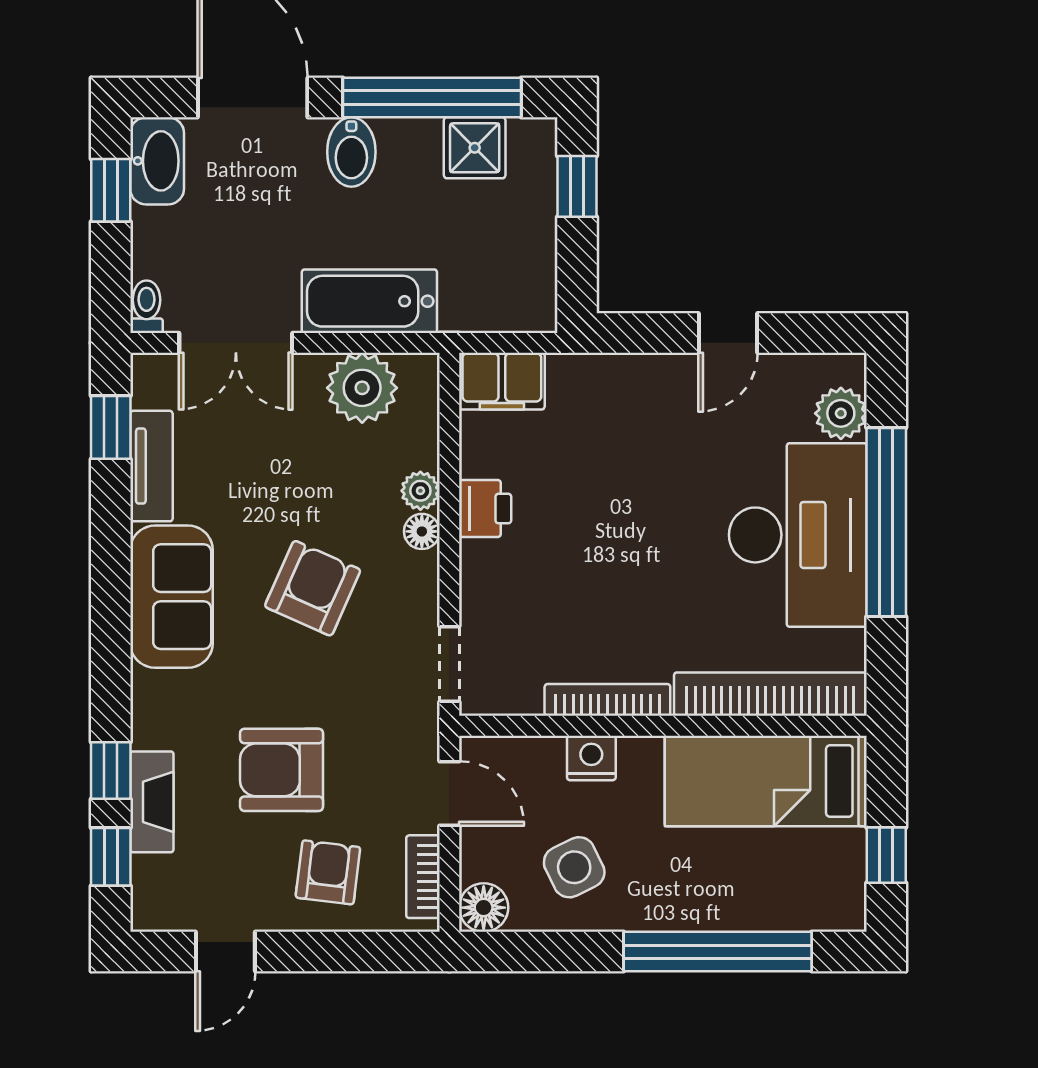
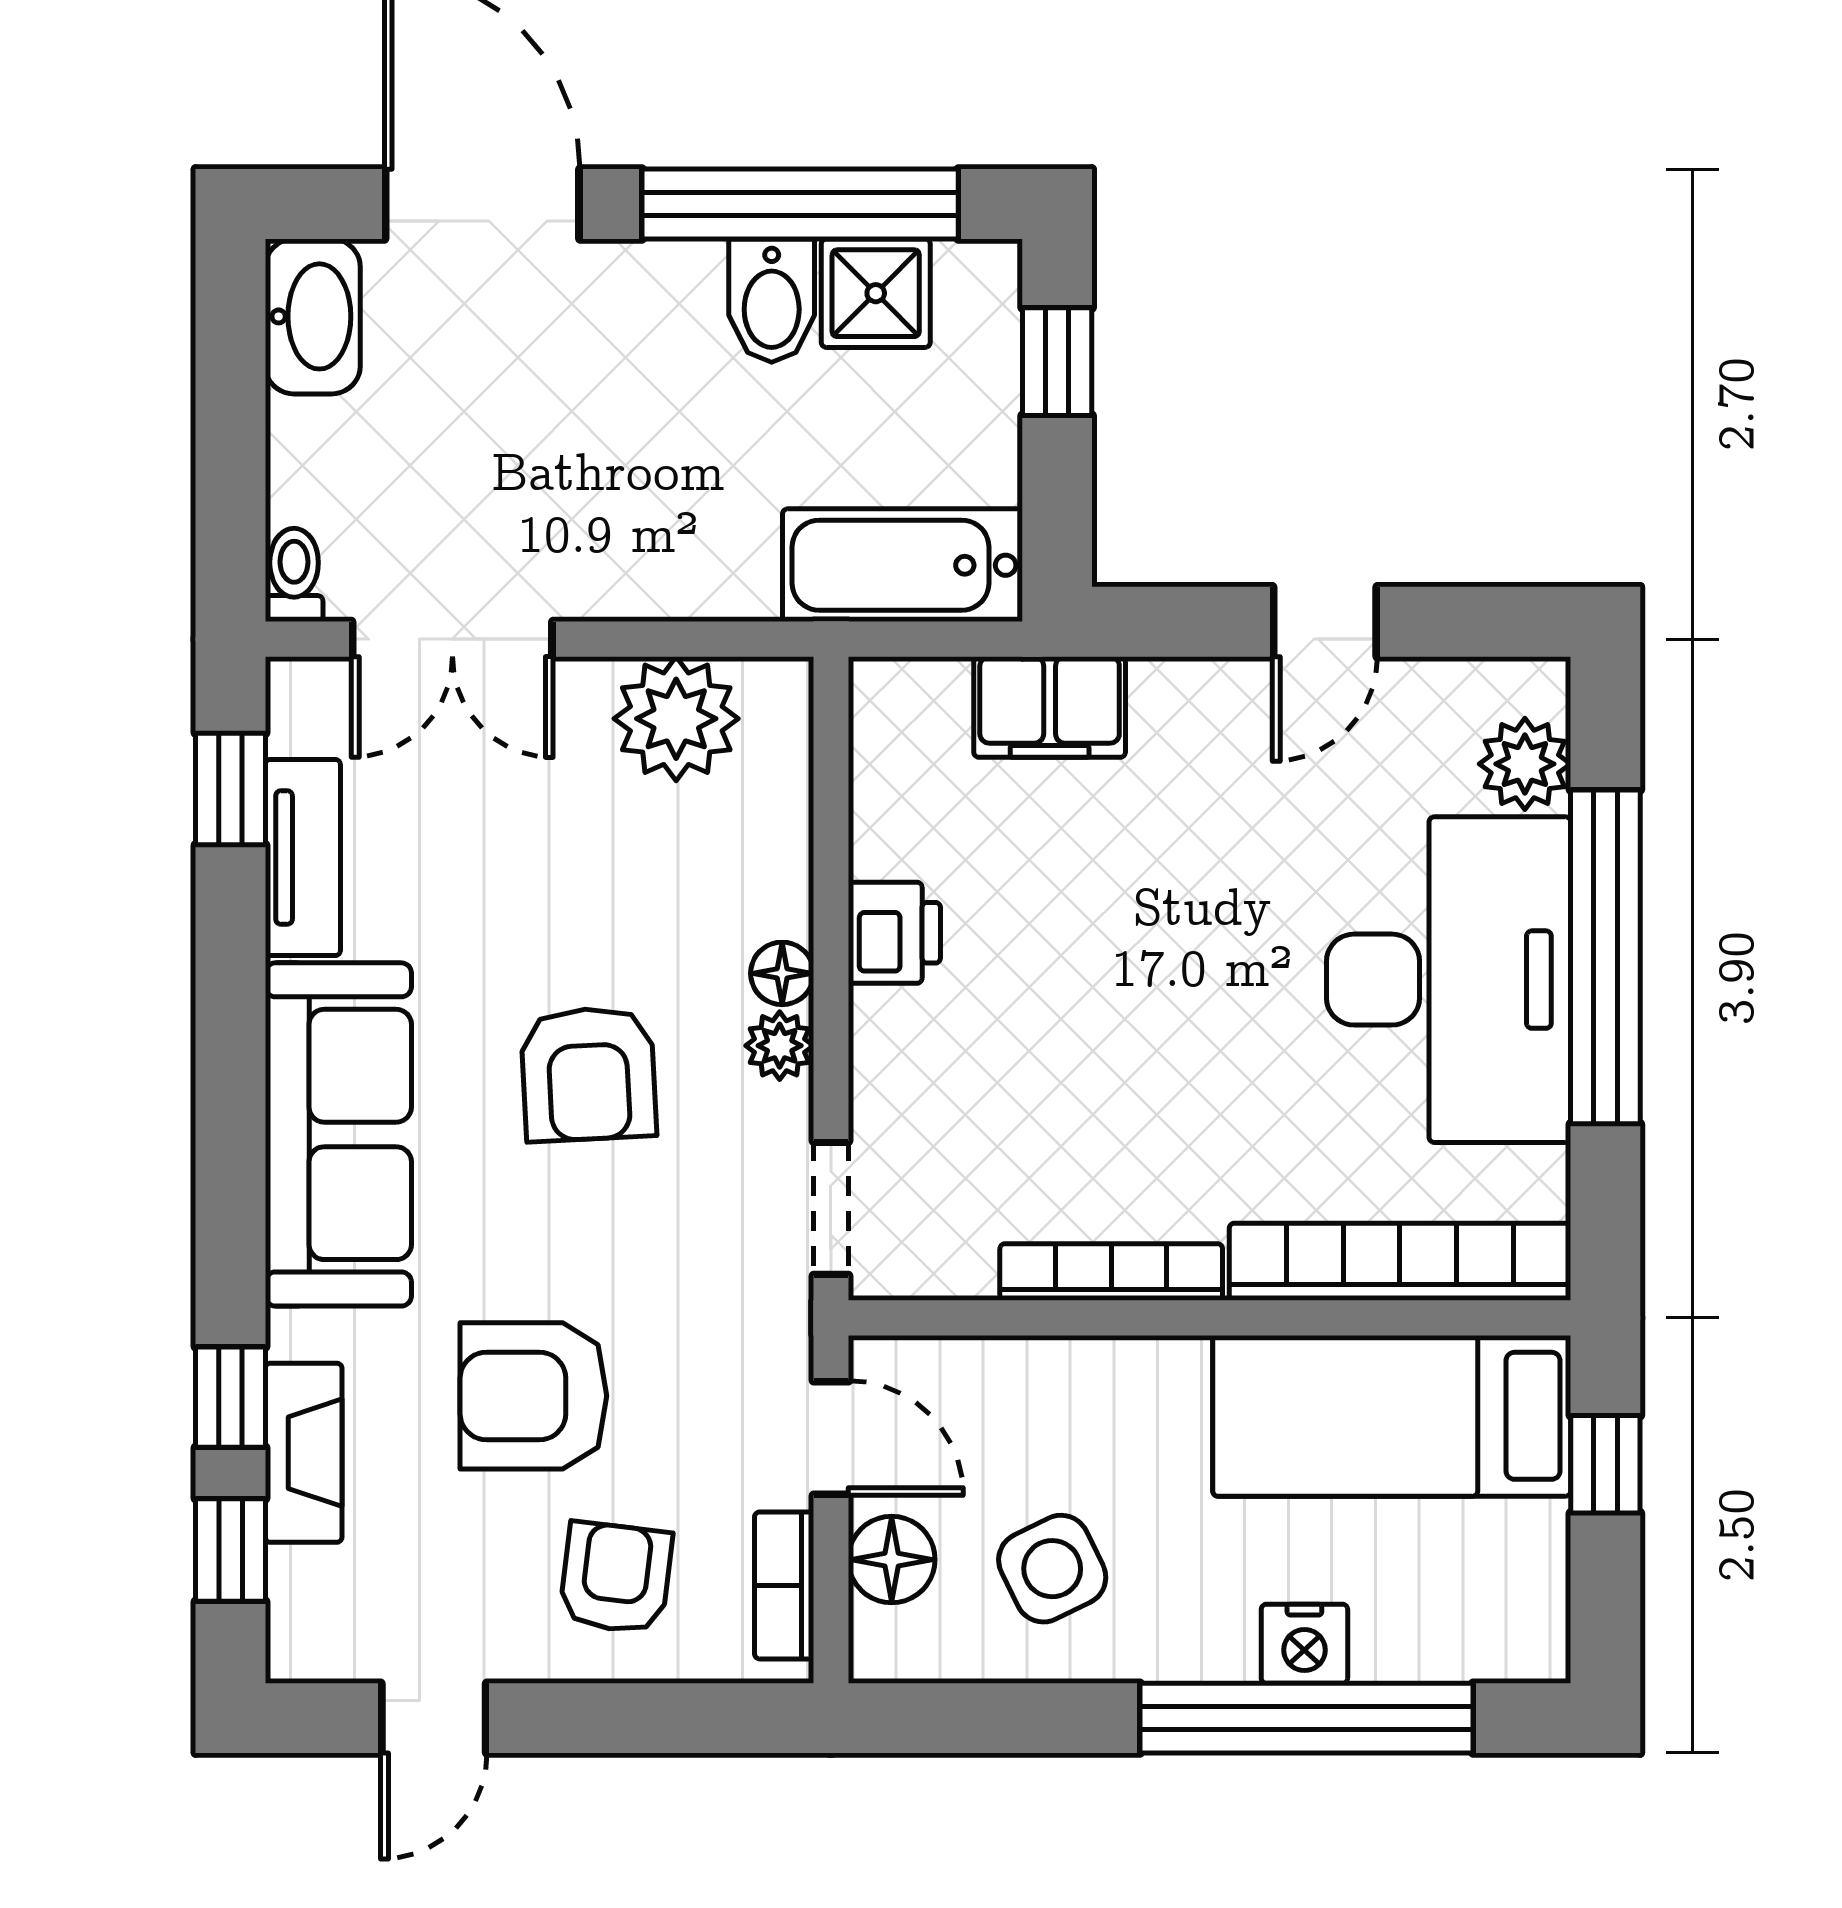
bidet: (351, 152) -> (772, 301), moved
window: (111, 190) -> (230, 369), removed
bathtub: (369, 301) -> (903, 565), moved
filing cabinet: (502, 381) -> (1050, 707), moved
plant: (420, 491) -> (780, 1046), moved
armchair: (313, 588) -> (589, 1074), turned 153
sofa: (171, 597) -> (338, 1134), width x1.36
nightstand: (591, 758) -> (1304, 1644), moved, turned 180
window: (886, 855) -> (1605, 1464), moved
floor lamp: (484, 908) -> (892, 1560), moved

